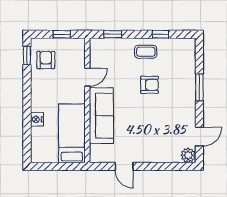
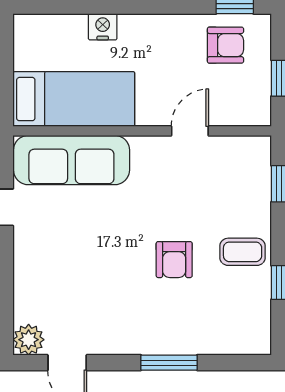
coffee table: (146, 52) -> (243, 252), turned 90
door: (87, 77) -> (190, 131), swing flipped
sofa: (101, 116) -> (71, 160), moved

